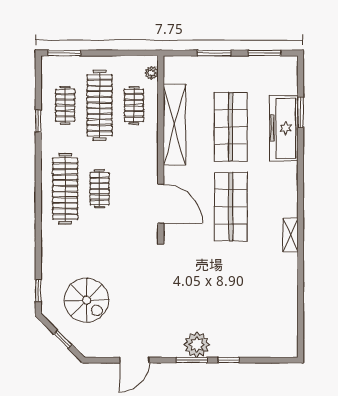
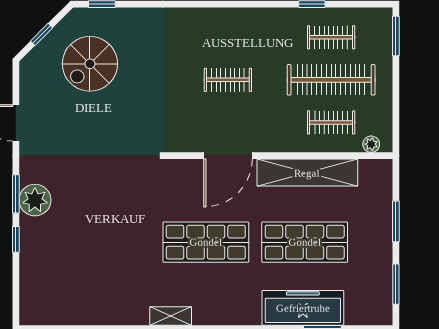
clothes rail: (65, 189) -> (228, 37), removed
door: (161, 204) -> (228, 156), moved

